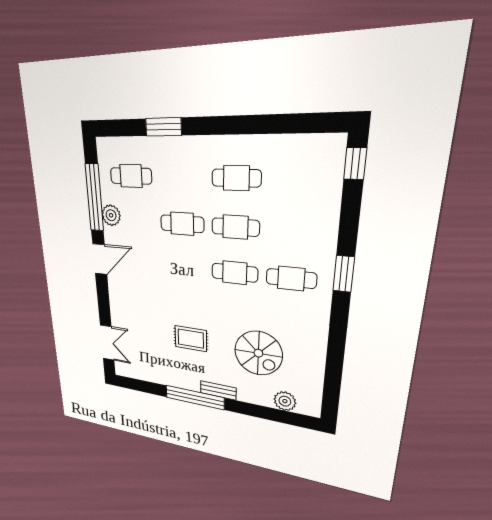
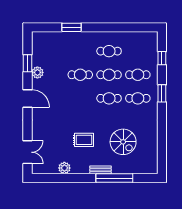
window: (355, 164) -> (162, 58), moved
cafe table: (131, 176) -> (138, 75), moved
window: (94, 198) -> (28, 63), width x0.47
door: (100, 259) -> (28, 98), hinge flipped
window: (195, 397) -> (114, 178), moved
plant: (285, 401) -> (64, 168), moved

